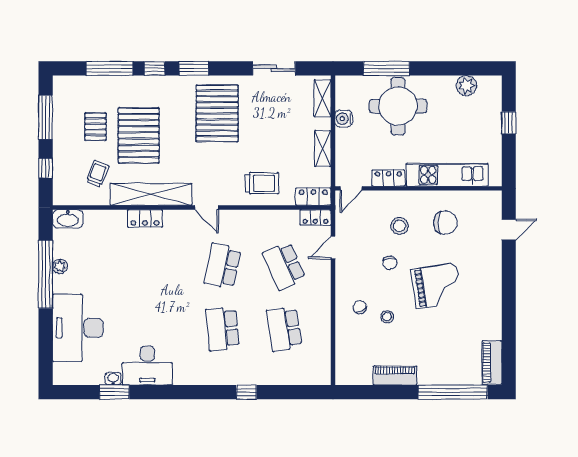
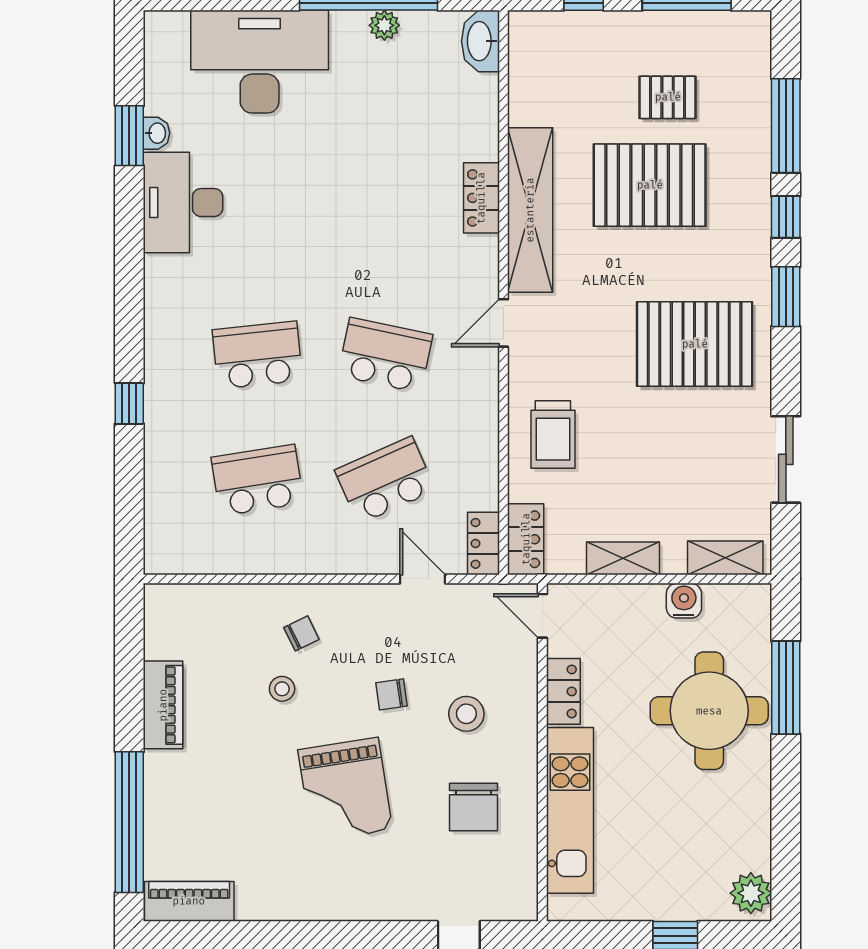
plant: (466, 86) -> (751, 893), moved
trolley: (98, 174) -> (572, 102), removed

